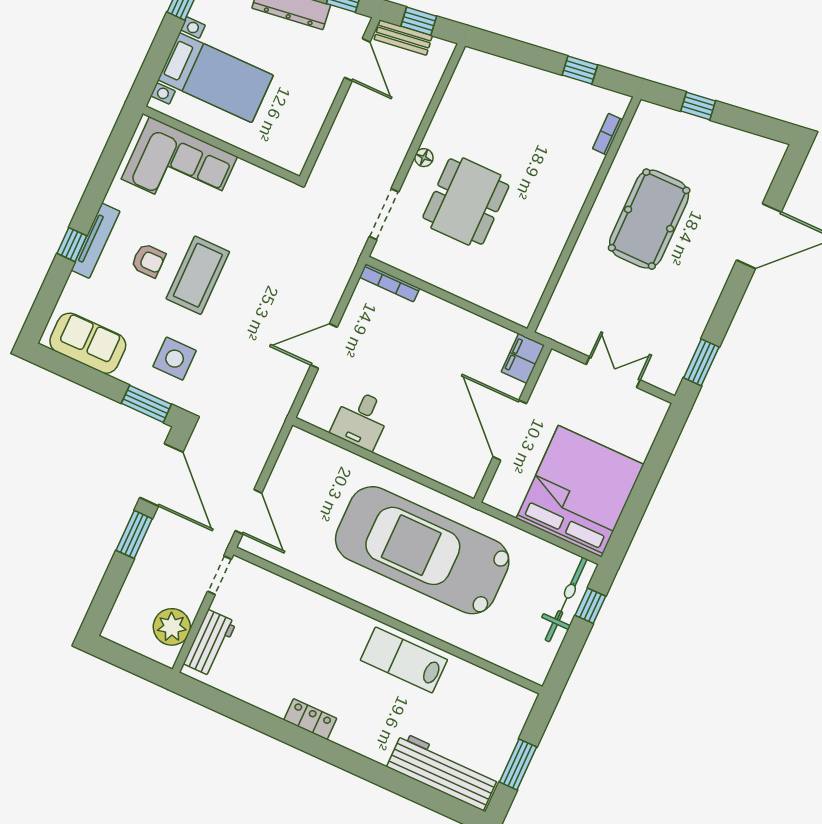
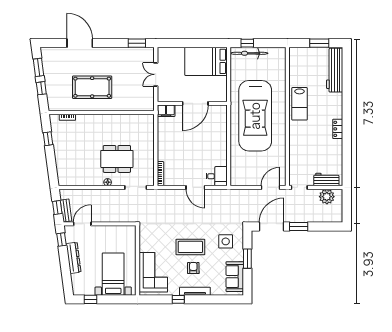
window: (747, 121) -> (39, 67), added
window: (72, 245) -> (178, 299), moved
window: (146, 404) -> (247, 259), moved
desk: (361, 420) -> (217, 176), moved
bed: (580, 491) -> (206, 61), width x0.73

